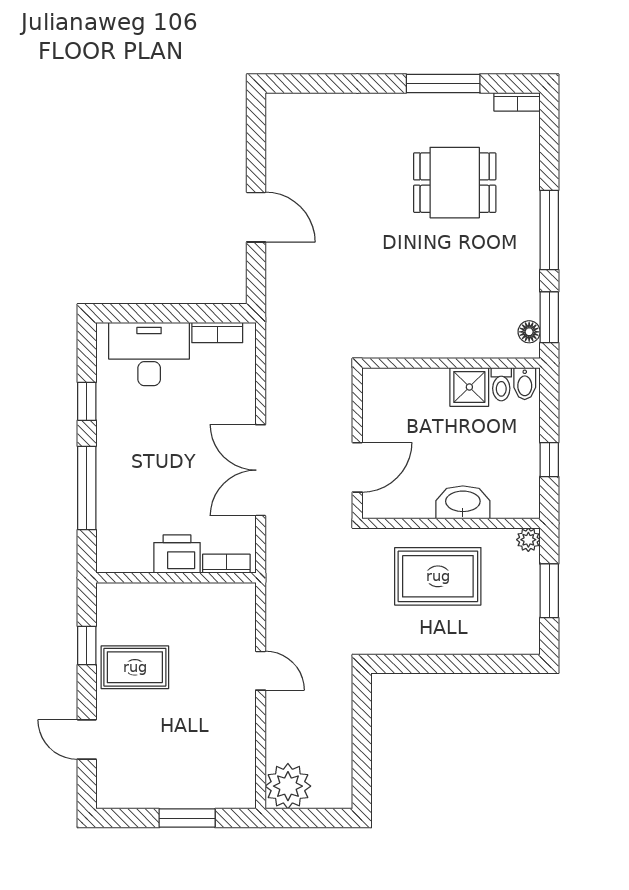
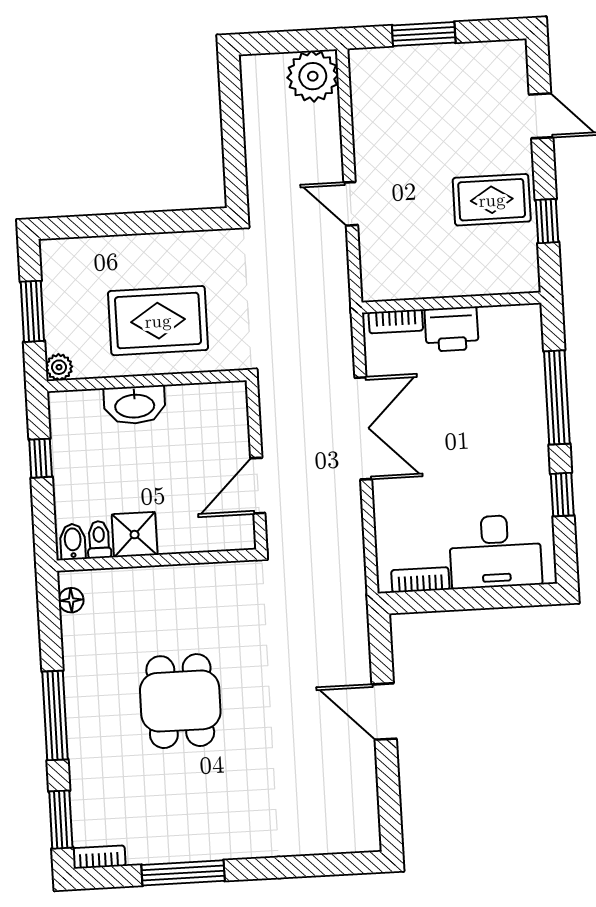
dining table: (455, 183) -> (180, 701), moved, turned 90
window: (549, 317) -> (61, 820), moved
door: (357, 467) -> (258, 486), moved

